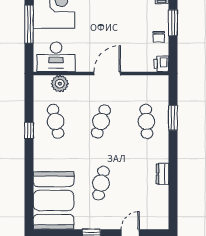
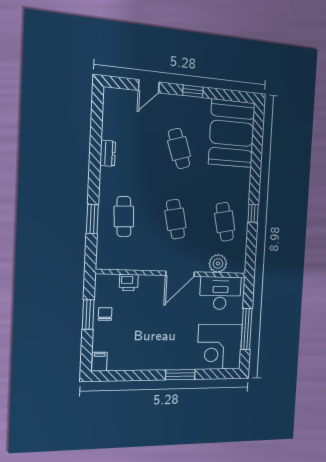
window: (173, 23) -> (88, 315), moved
printer: (161, 64) -> (129, 283), moved, turned 90
door: (107, 73) -> (180, 274), moved
cafe table: (101, 121) -> (175, 219), turned -30
cafe table: (101, 183) -> (179, 149), turned -30

